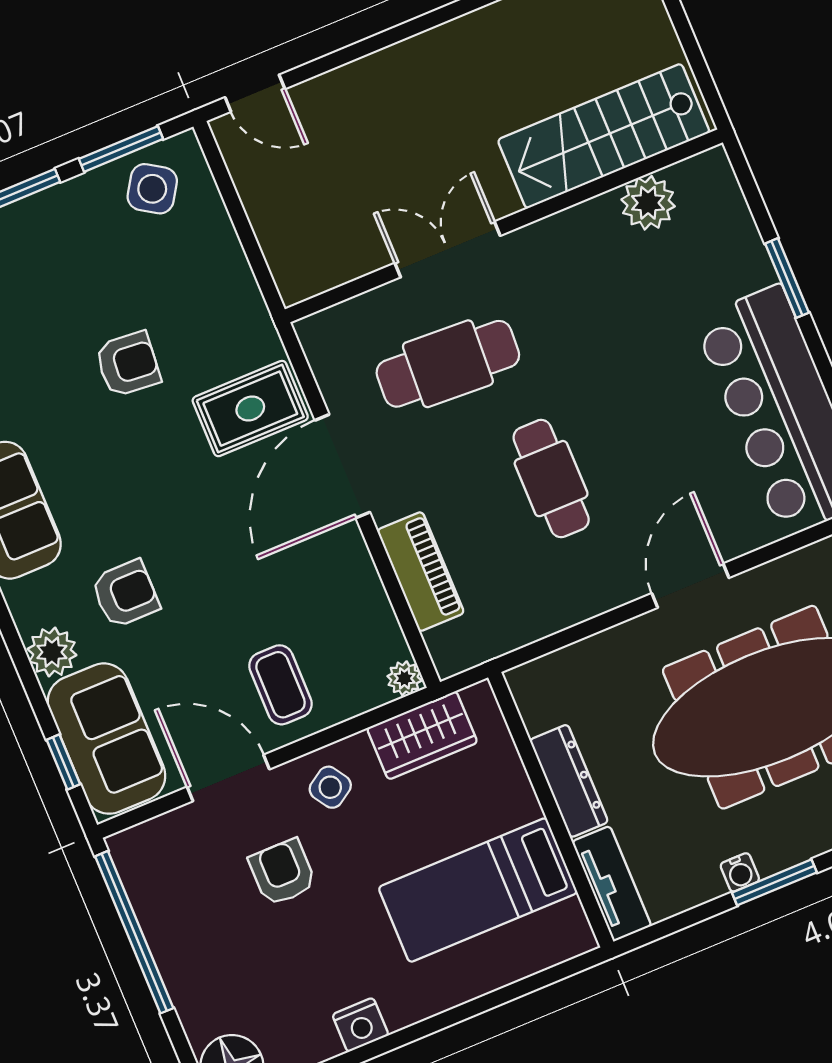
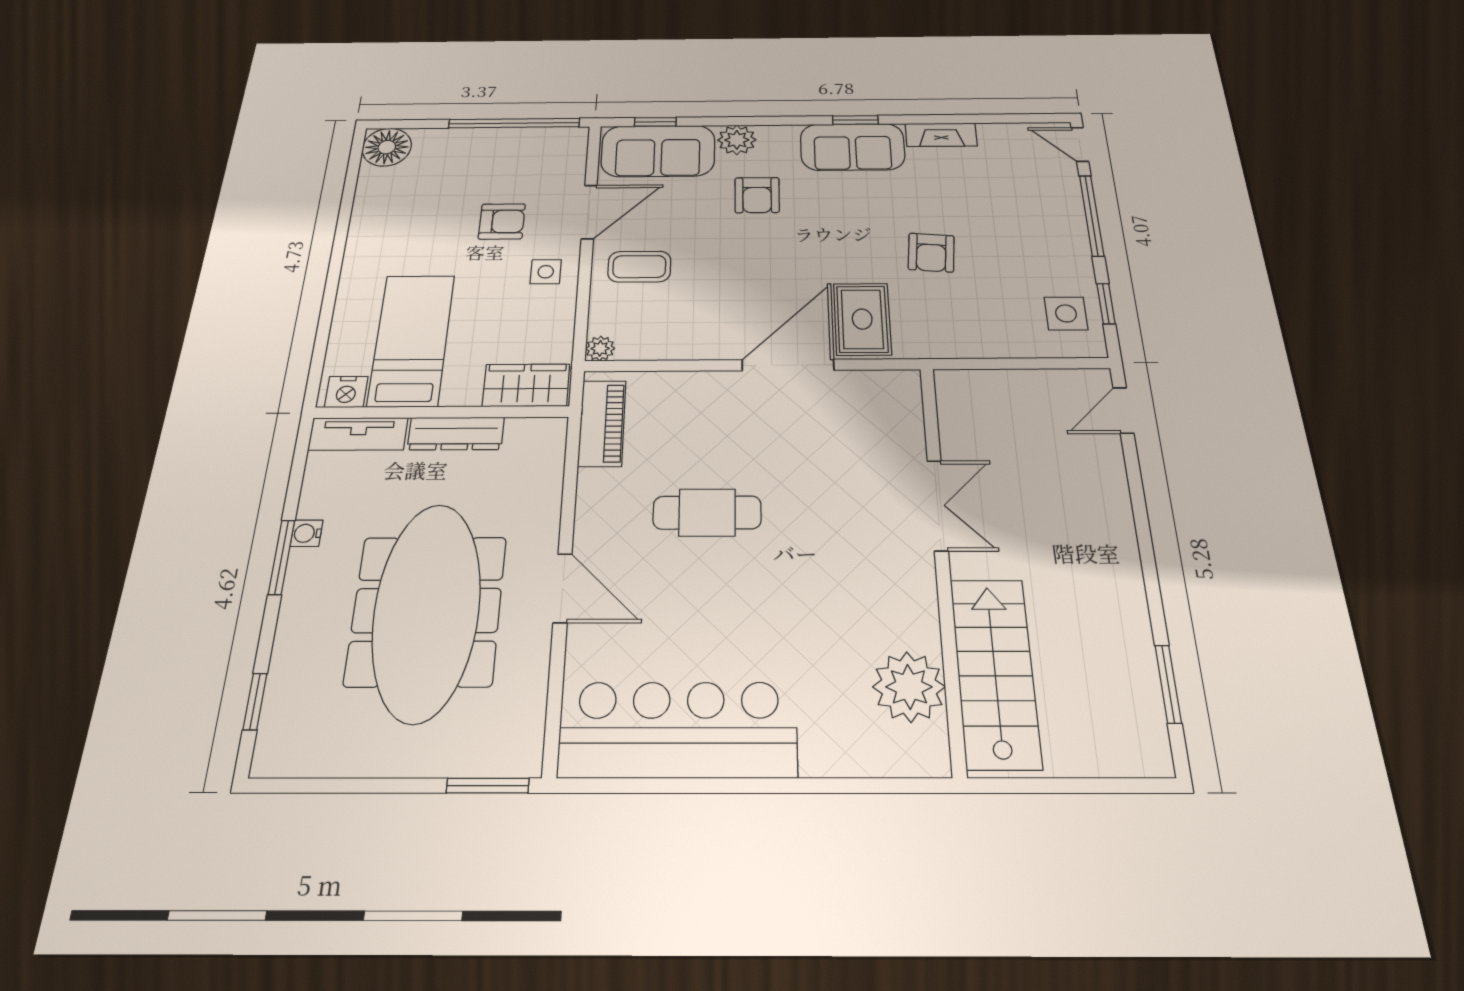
window: (121, 149) -> (1106, 304), width x0.67
side table: (152, 189) -> (1066, 313), turned -33
plant: (648, 203) -> (909, 687), width x1.36, depth x1.36
window: (787, 278) -> (800, 786), removed
cafe table: (448, 364) -> (839, 470), removed
door: (342, 466) -> (788, 365), hinge flipped
piano: (421, 572) -> (602, 423), moved, turned -90
wardrobe: (422, 735) -> (526, 385), moved, turned 90
side table: (330, 787) -> (546, 272), turned 33
nightstand: (360, 1025) -> (346, 392), moved, turned -90

